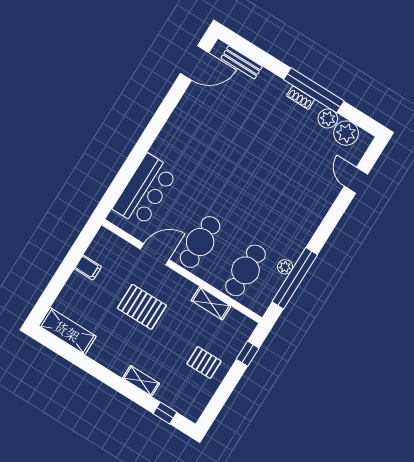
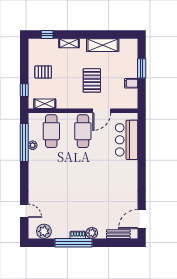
plant: (328, 119) -> (92, 233), moved
window: (59, 279) -> (142, 68), added
shelving: (211, 303) -> (45, 104), moved
pallet: (142, 307) -> (92, 80), turned 90
shelving: (67, 331) -> (103, 45), moved

